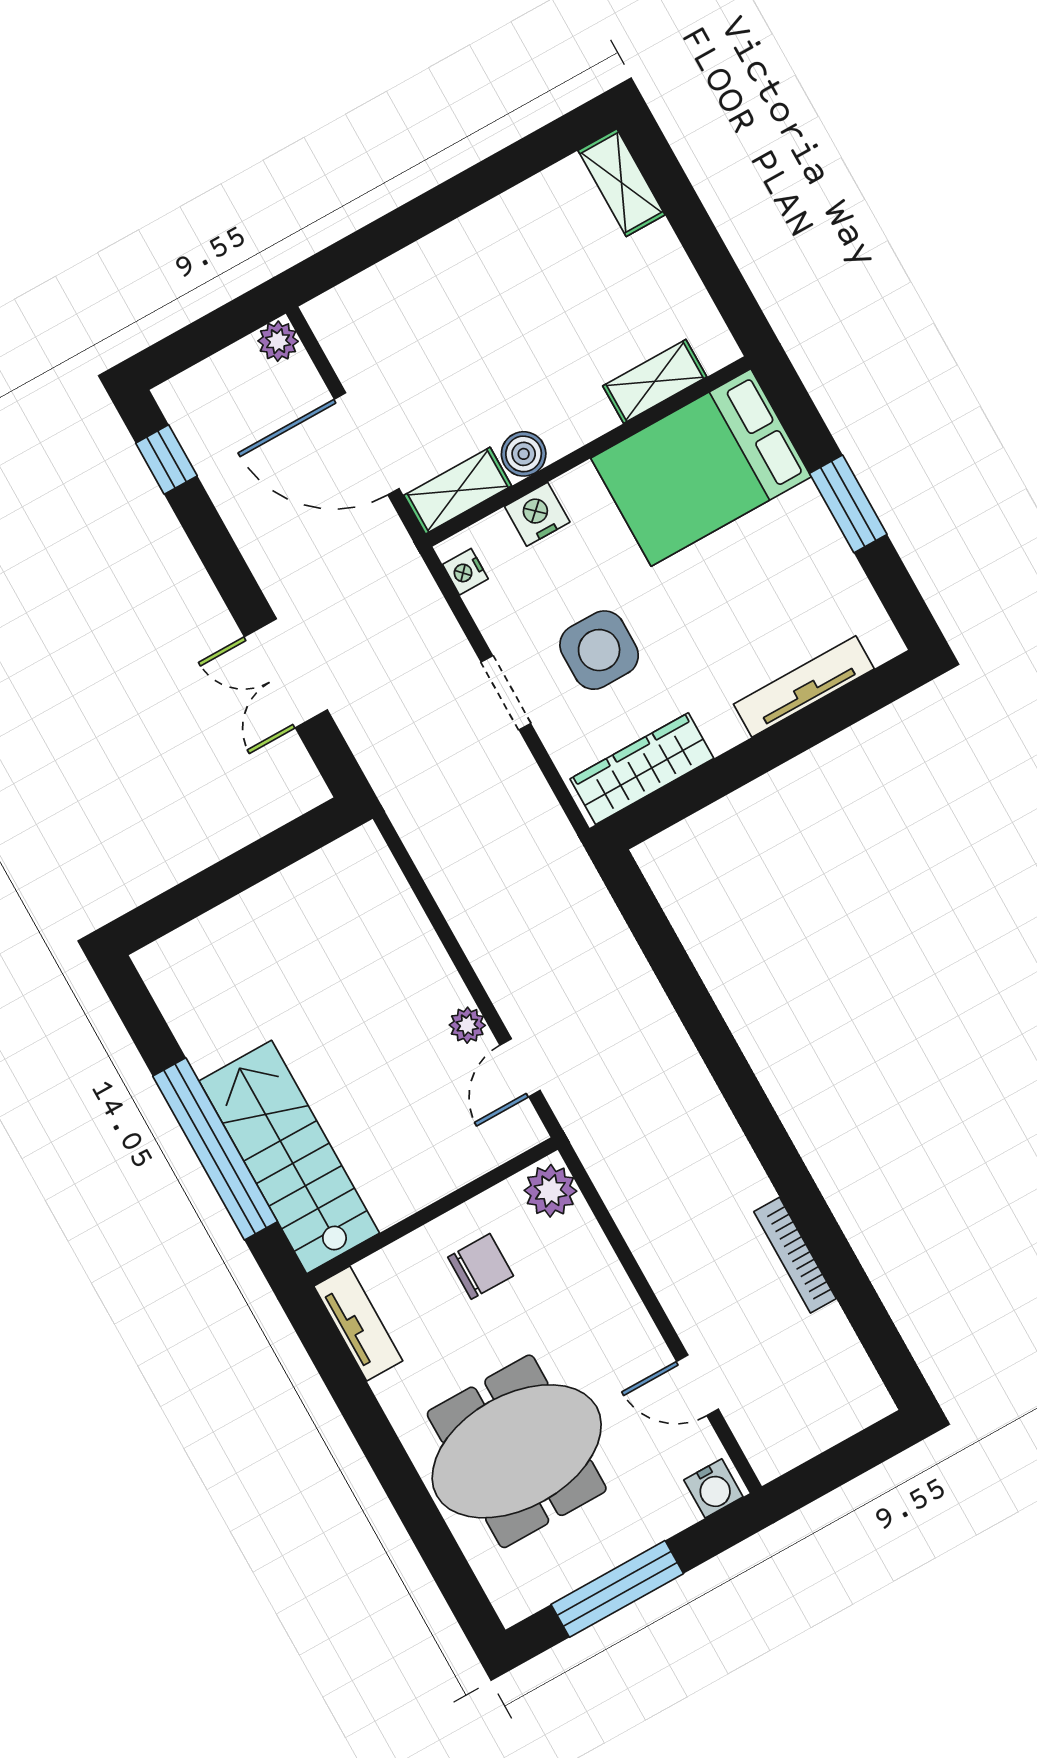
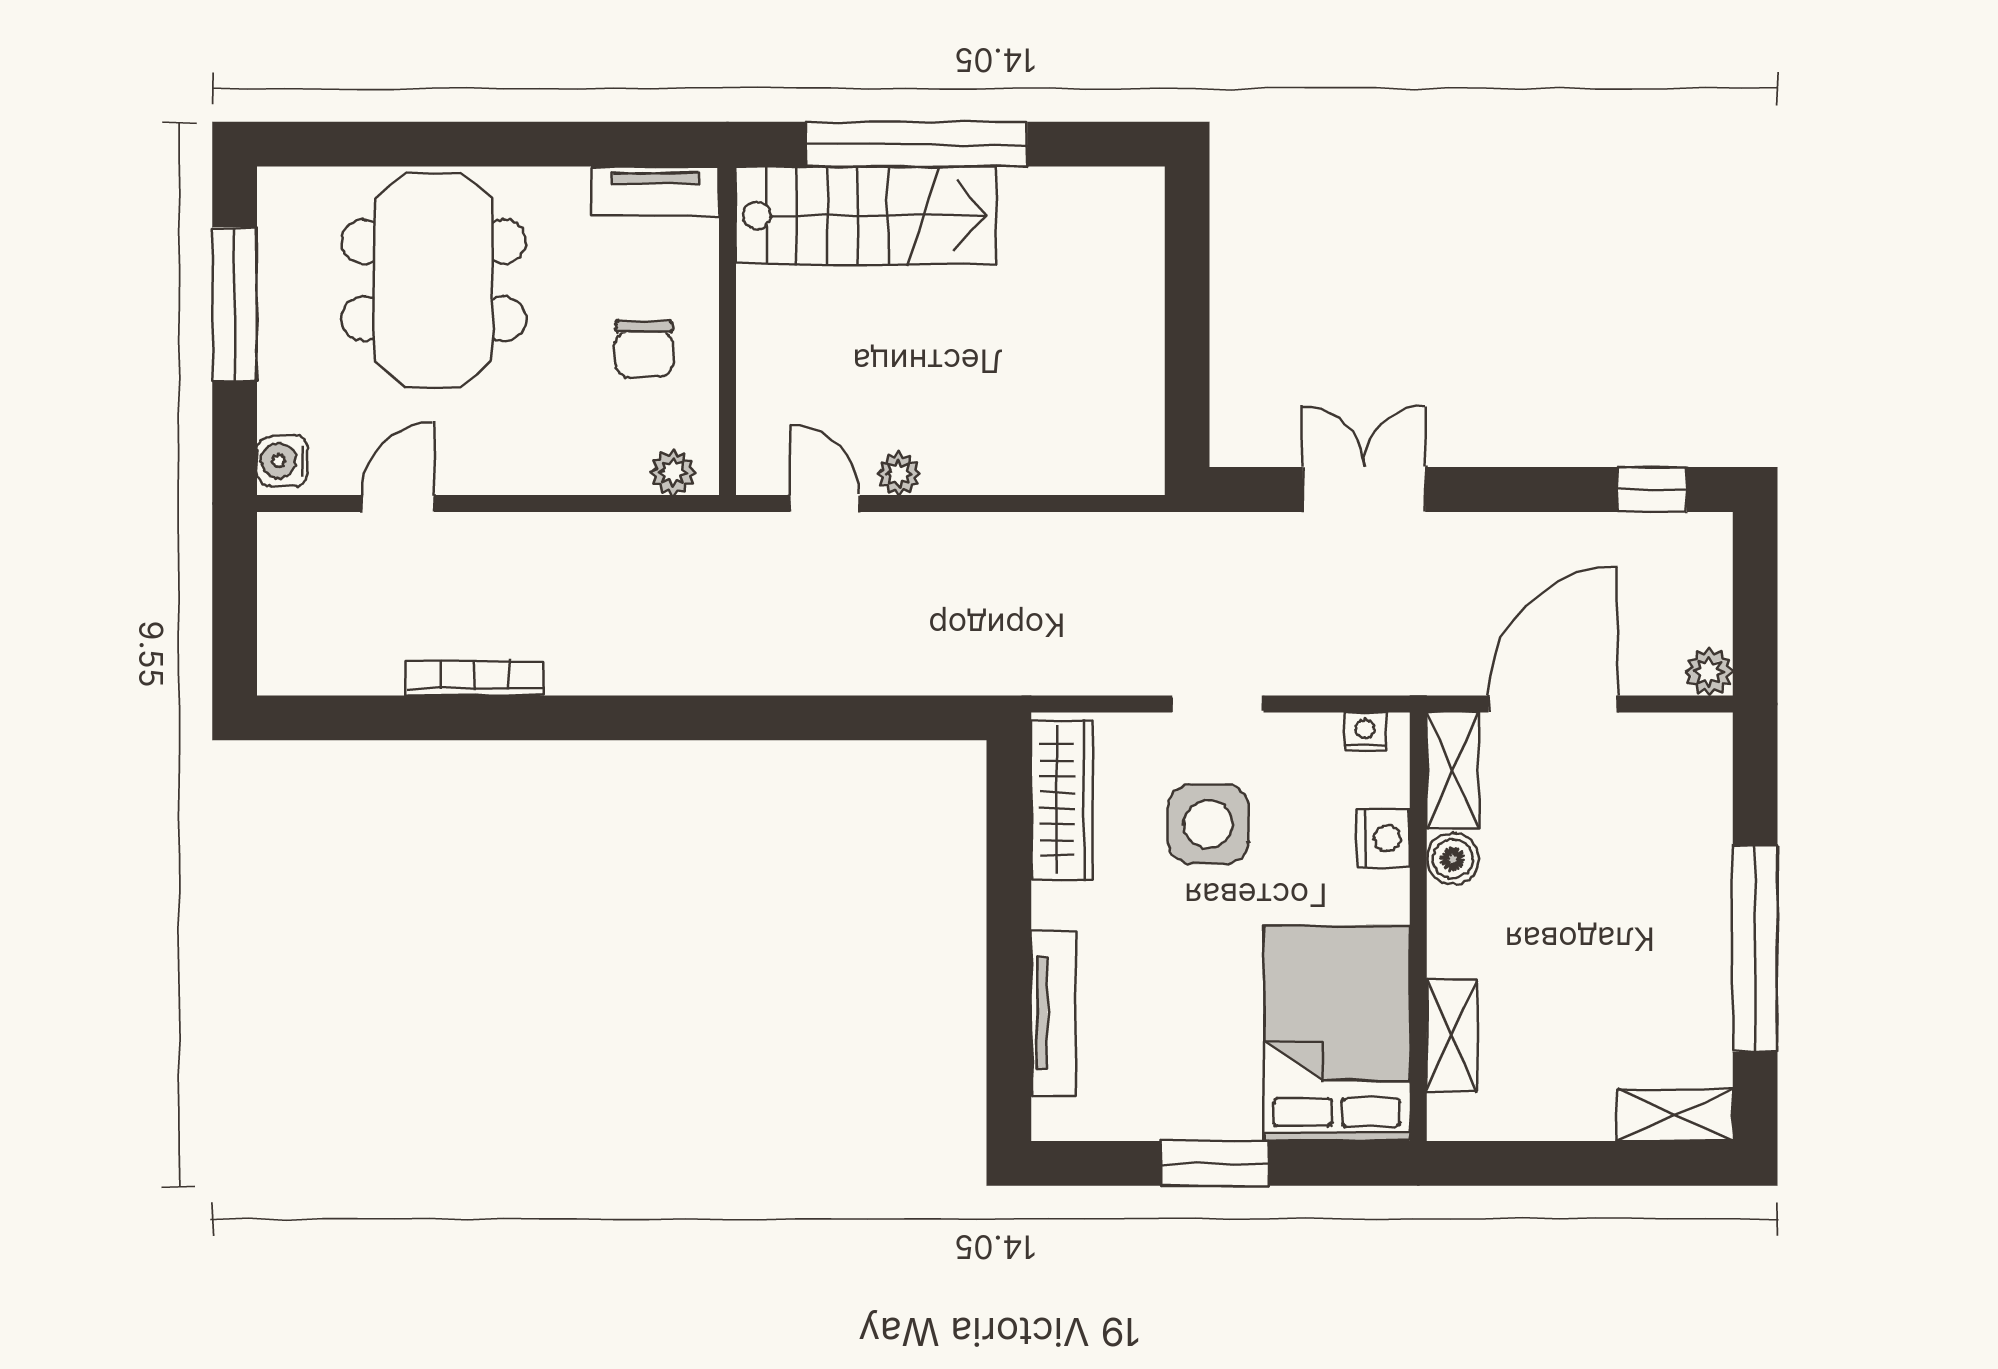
window: (465, 192) -> (1755, 949), added
plant: (550, 1191) -> (673, 473), width x0.73, depth x0.73

